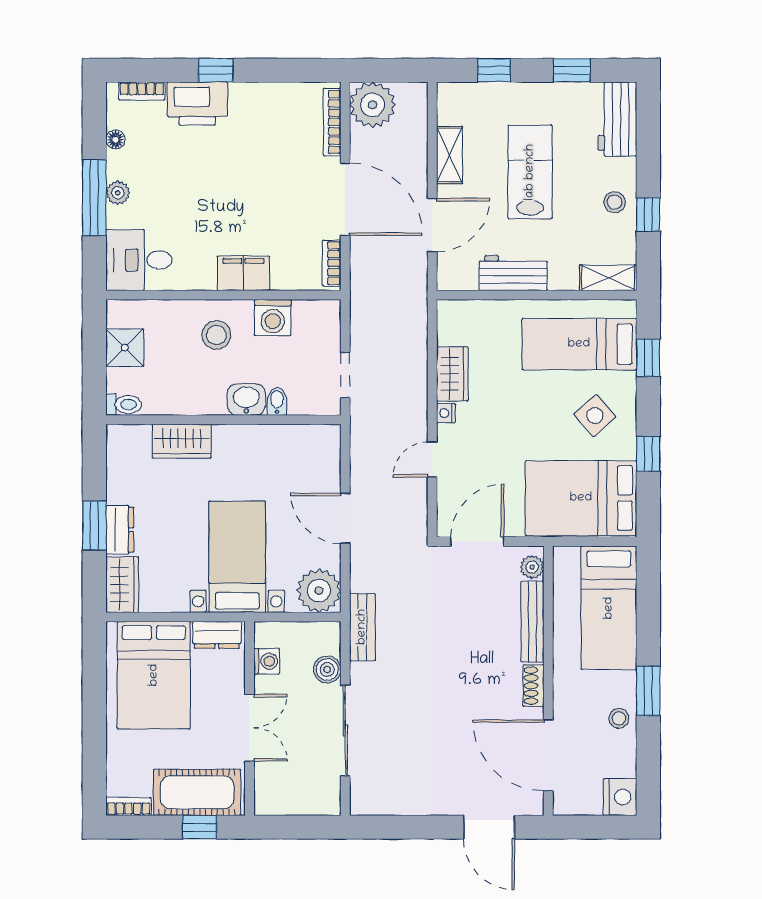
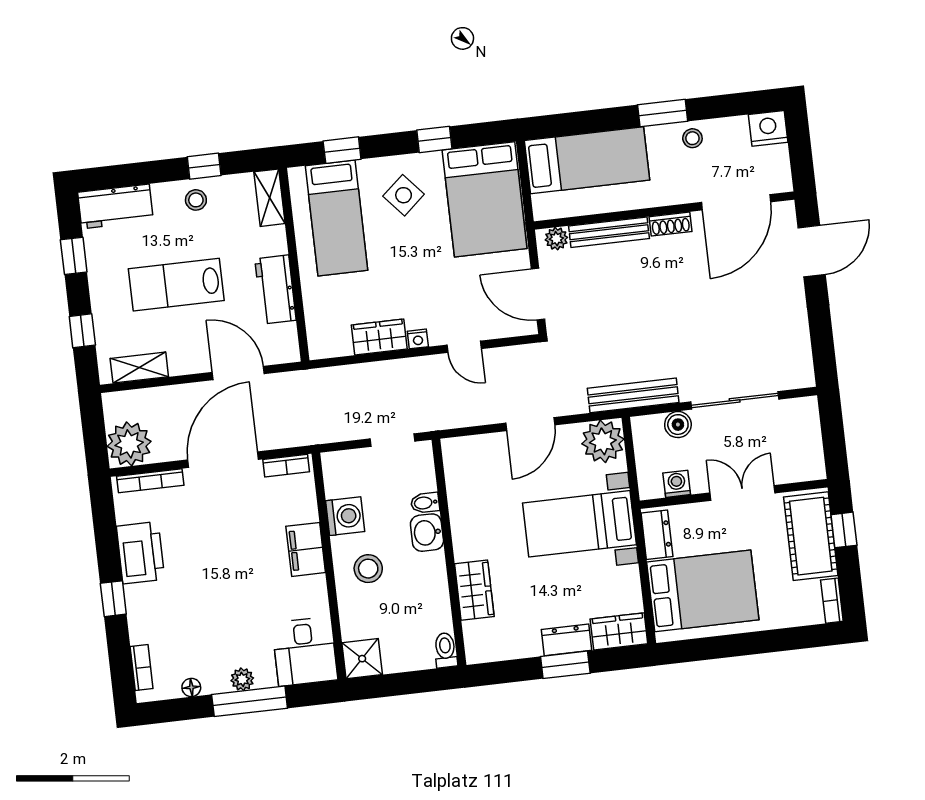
printer: (197, 104) -> (140, 553), moved
shelving: (449, 155) -> (139, 368), moved
shower: (125, 348) -> (362, 659), moved
bench: (362, 627) -> (633, 395), width x1.36

